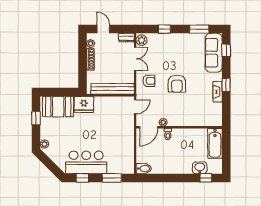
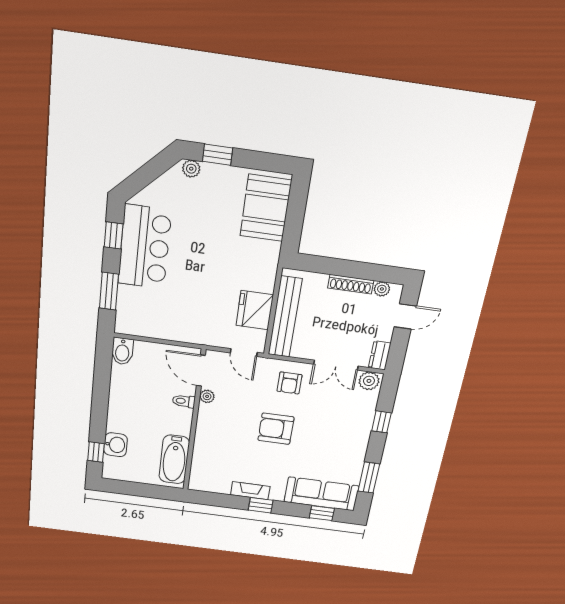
fridge: (84, 104) -> (255, 310), moved
window: (36, 118) -> (218, 155), moved
bathtub: (215, 143) -> (174, 459), moved, turned -90

